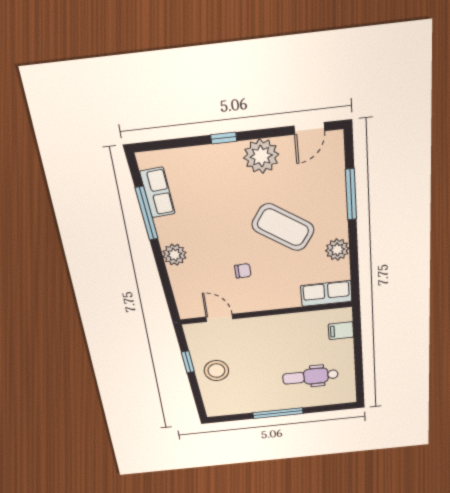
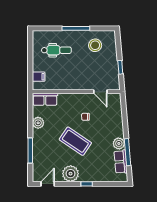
coffee table: (283, 227) -> (75, 141), moved
plant: (174, 255) -> (119, 143), moved
stool: (216, 371) -> (95, 45), moved

